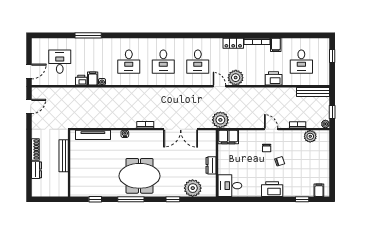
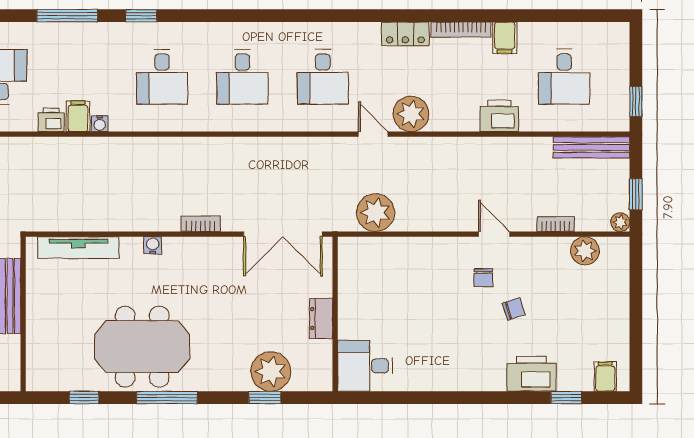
window: (120, 35) -> (141, 16), added
window: (332, 56) -> (636, 102), moved
filing cabinet: (228, 137) -> (394, 252), removed
wall: (217, 163) -> (335, 314), moved
dresser: (211, 165) -> (321, 319), moved
meeting table: (140, 176) -> (142, 347), moved
desk: (230, 186) -> (365, 366), moved
plant: (193, 188) -> (271, 371), moved
printer: (272, 189) -> (531, 374), moved

